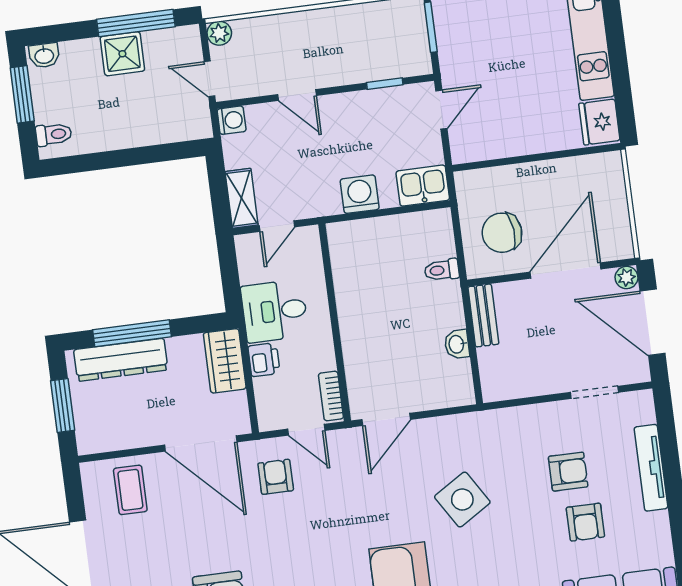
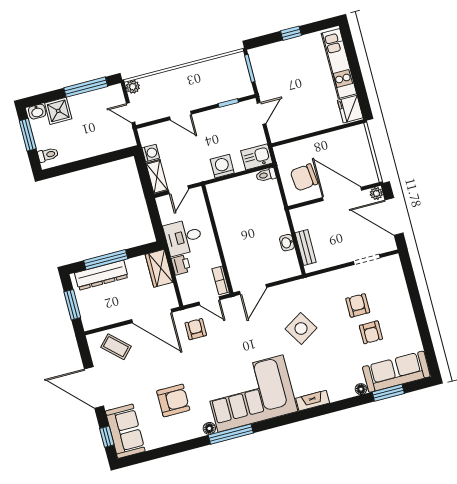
shower: (122, 54) -> (58, 111), moved
washing machine: (232, 120) -> (151, 153), moved
toilet: (442, 270) -> (266, 175), moved
door: (566, 270) -> (342, 194), hinge flipped
bench: (483, 315) -> (306, 248), moved
tv unit: (651, 468) -> (403, 297), removed
armchair: (568, 472) -> (358, 305), turned -90
coffee table: (130, 490) -> (116, 347), turned -47

